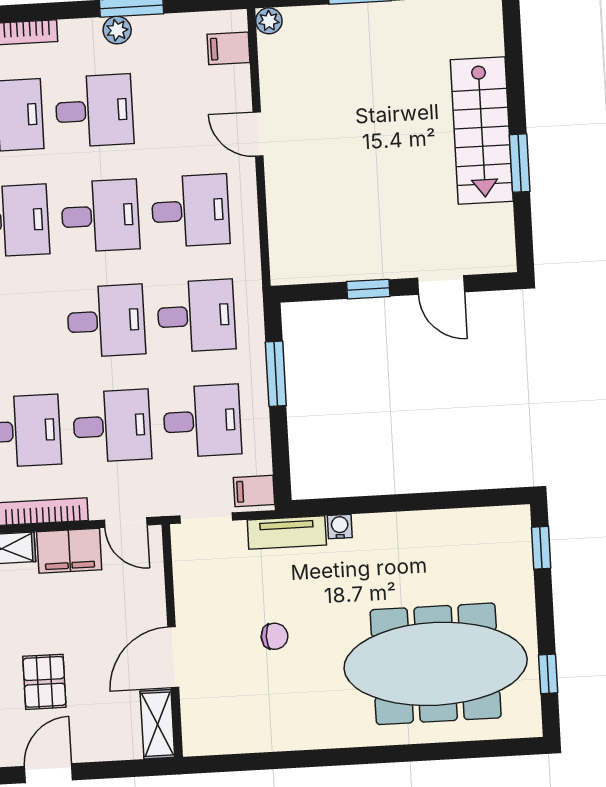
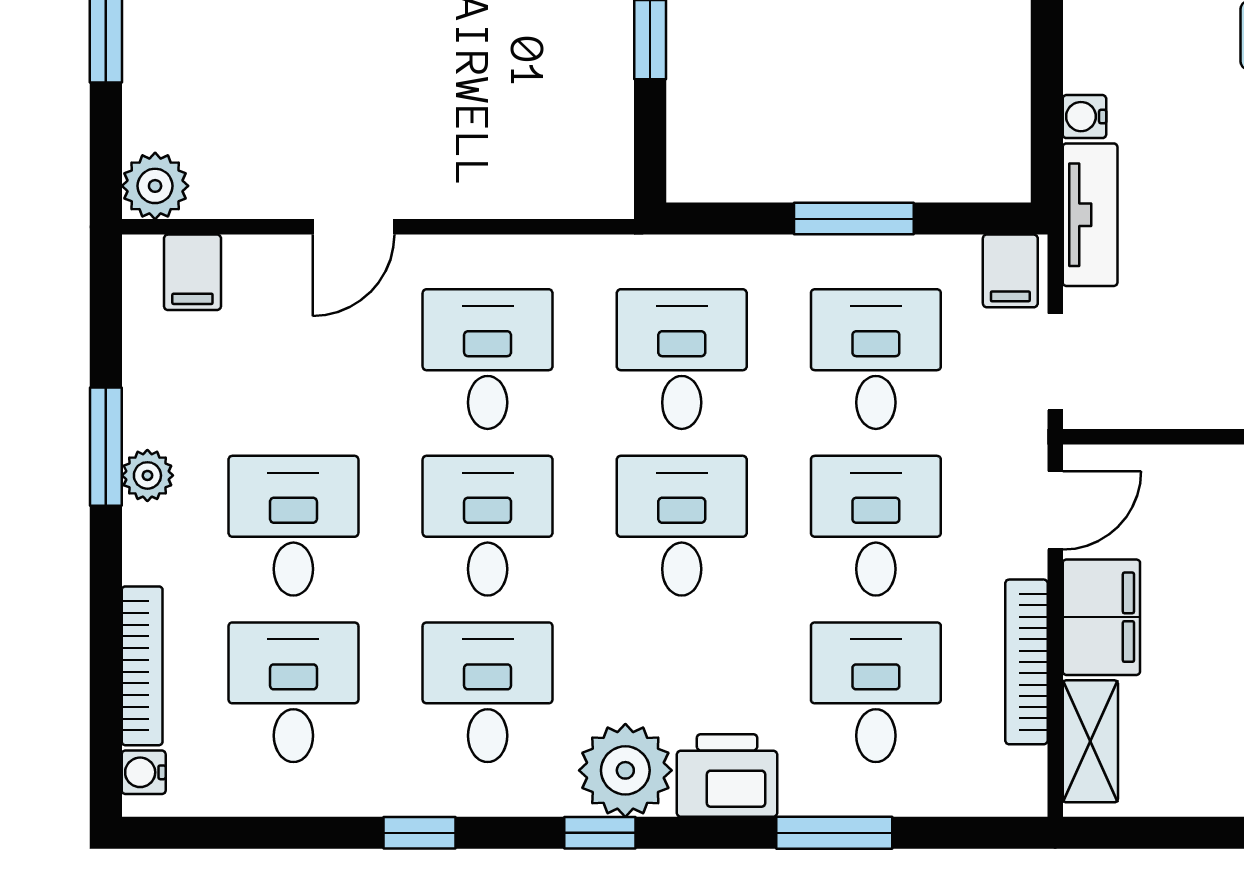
plant: (269, 21) -> (155, 186), width x1.38, depth x1.38
window: (276, 374) -> (854, 219), moved

